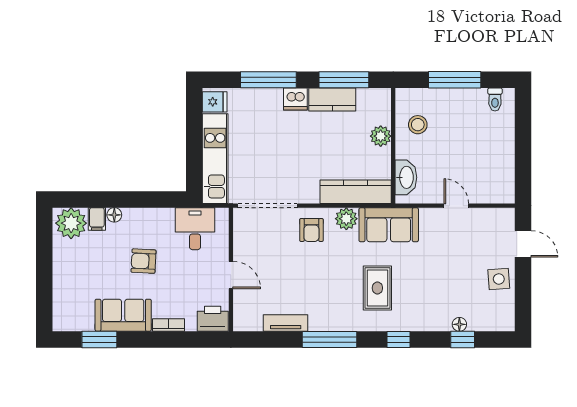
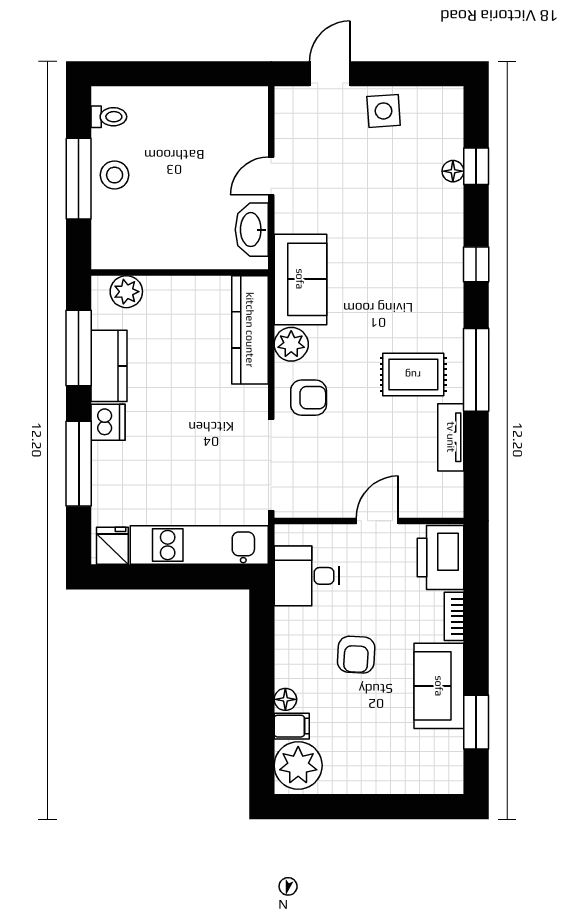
stool: (418, 125) -> (115, 175), moved
plant: (381, 136) -> (126, 292), moved
washbasin: (406, 177) -> (252, 230), moved, turned -90
rug: (377, 288) -> (413, 375), moved
printer: (213, 319) -> (441, 557), width x1.37, depth x1.19

